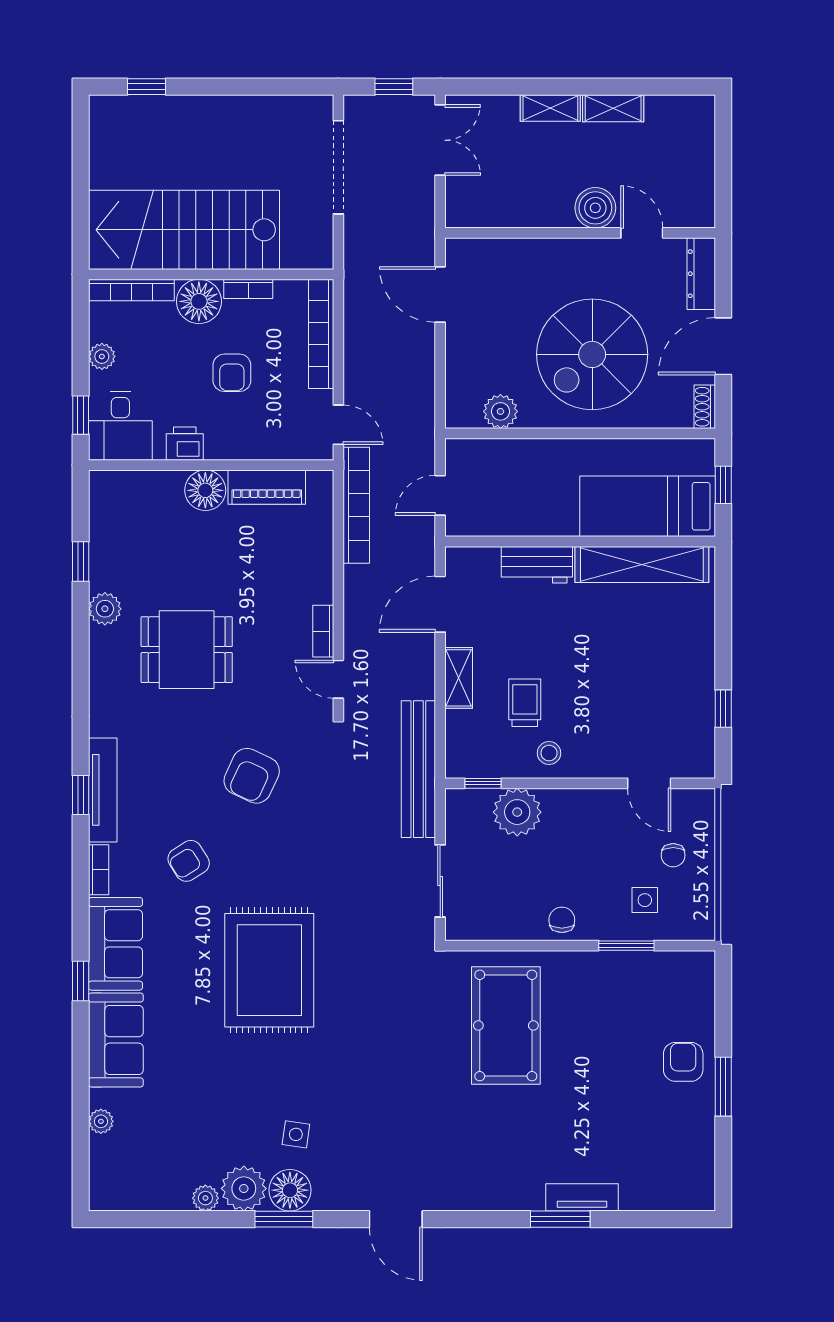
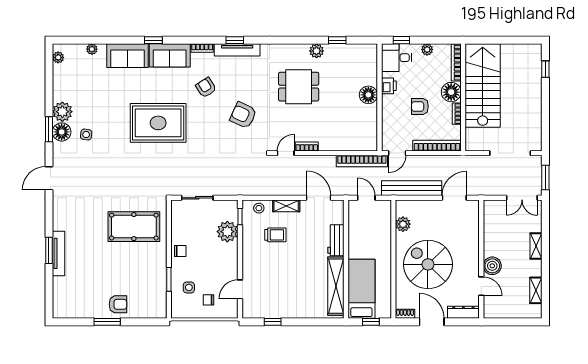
window: (394, 87) -> (545, 177), width x1.50
shelving: (613, 108) -> (536, 290), moved
door: (642, 233) -> (481, 286), hinge flipped
piano: (267, 487) -> (370, 122), removed
dining table: (187, 650) -> (299, 87), turned 90
stool: (549, 753) -> (259, 208), moved
bench: (418, 769) -> (412, 188), moved
tv unit: (582, 1197) -> (59, 253), width x1.41
plant: (205, 1198) -> (58, 57), moved

